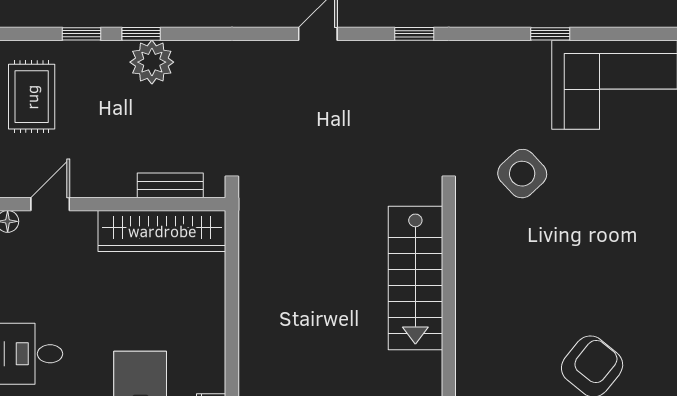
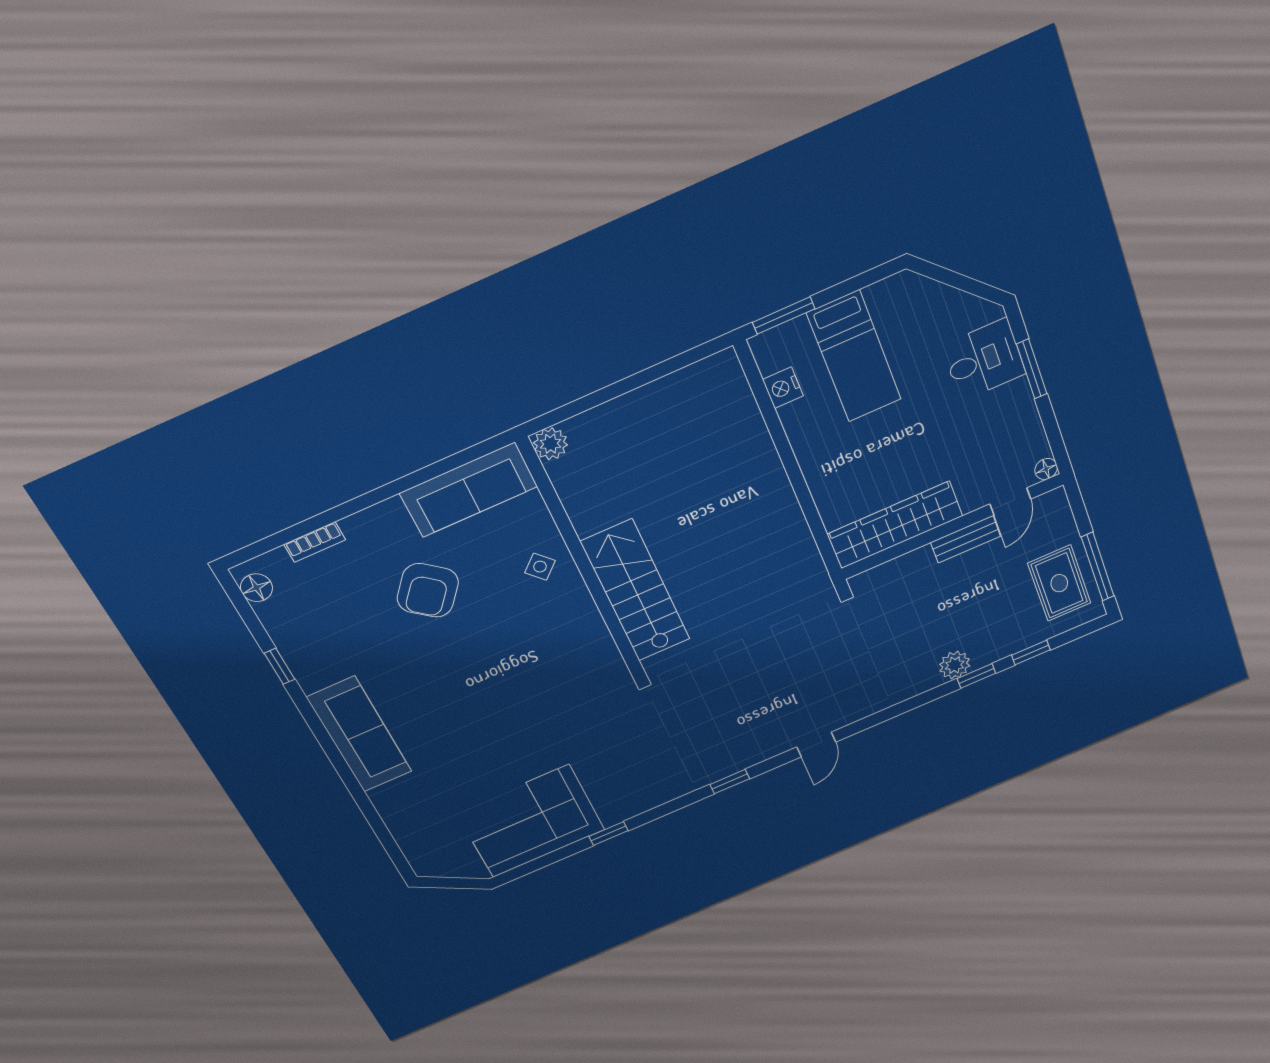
plant: (152, 62) -> (955, 665), width x0.73, depth x0.73
side table: (522, 174) -> (540, 567), moved, width x0.54, depth x0.54
bench: (170, 185) -> (965, 539), moved

